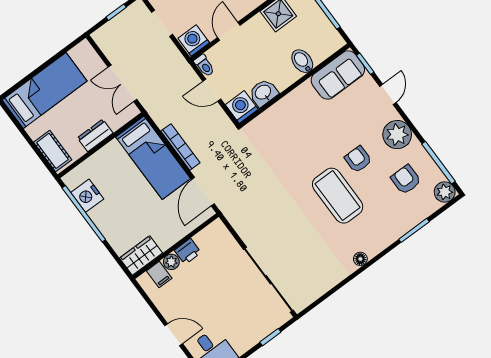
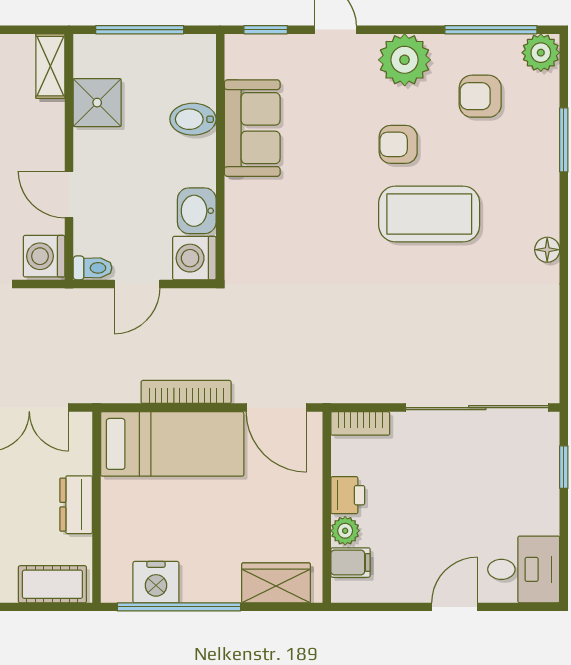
sofa: (338, 75) -> (252, 128), moved
bookcase: (223, 234) -> (360, 423), added
wardrobe: (141, 255) -> (276, 583), moved, turned 90

